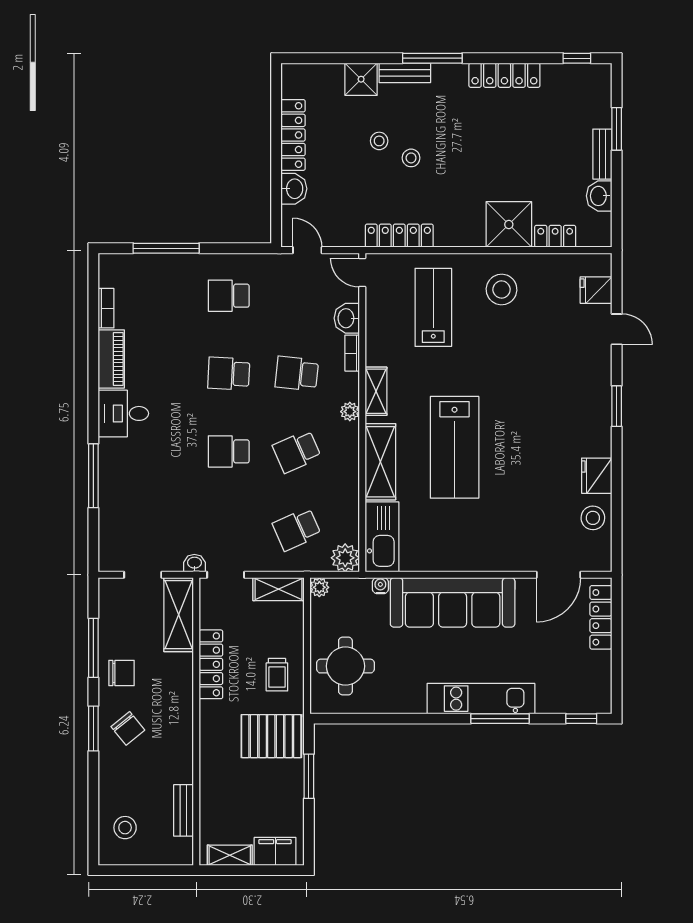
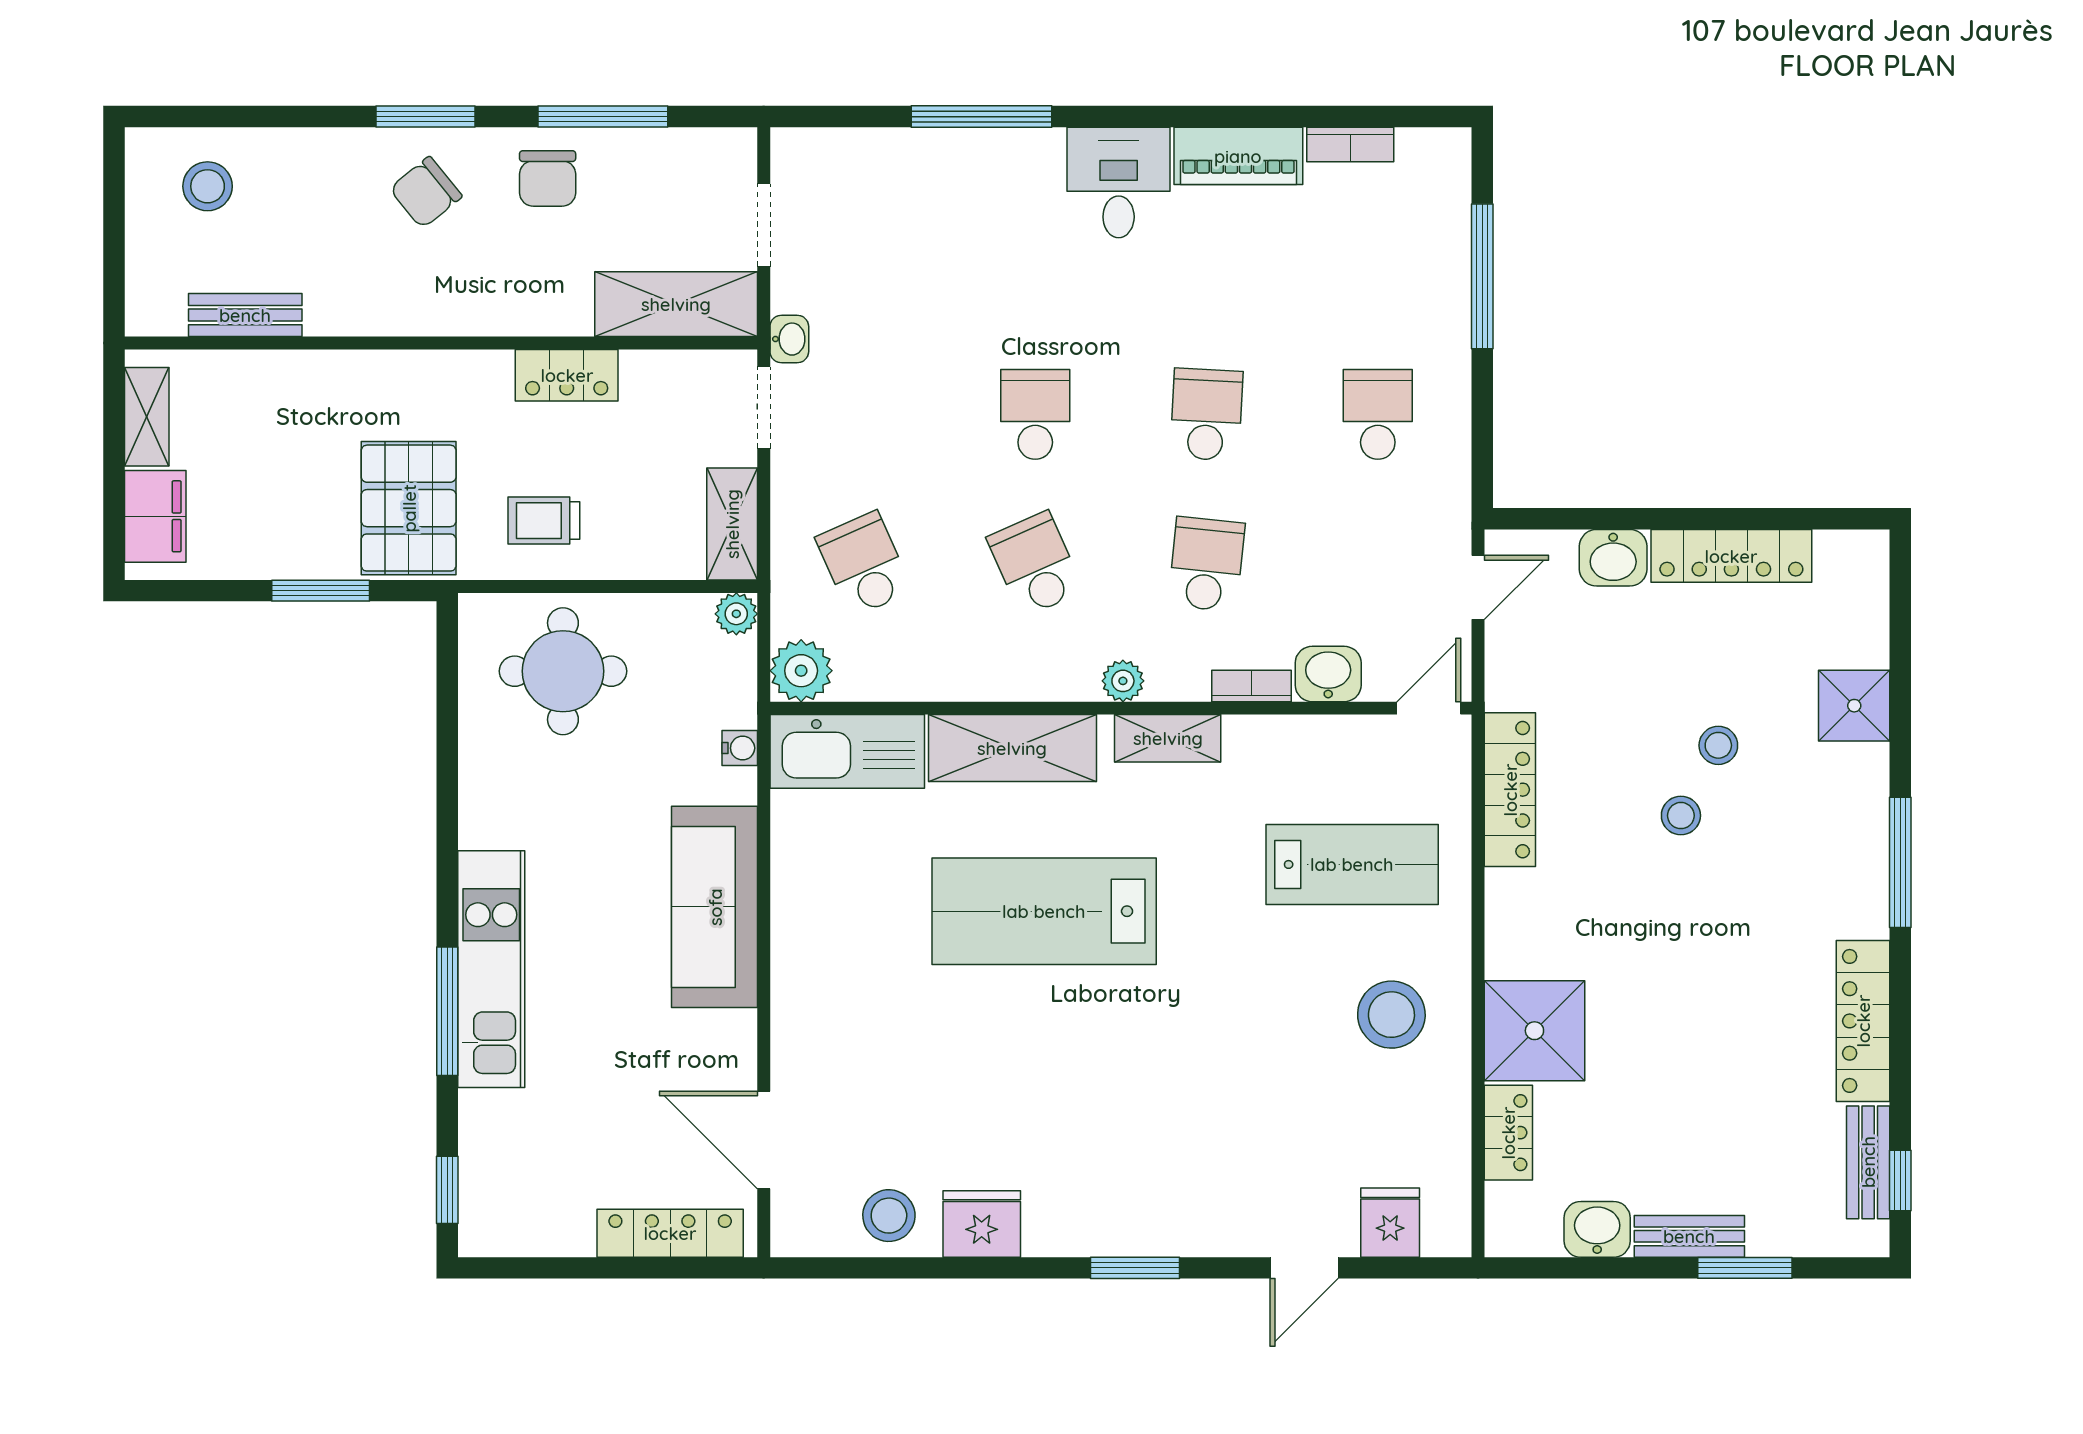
bench: (405, 73) -> (1868, 1162), moved
sofa: (453, 602) -> (715, 907), width x0.74, depth x0.79
locker: (211, 664) -> (567, 375), width x0.66

